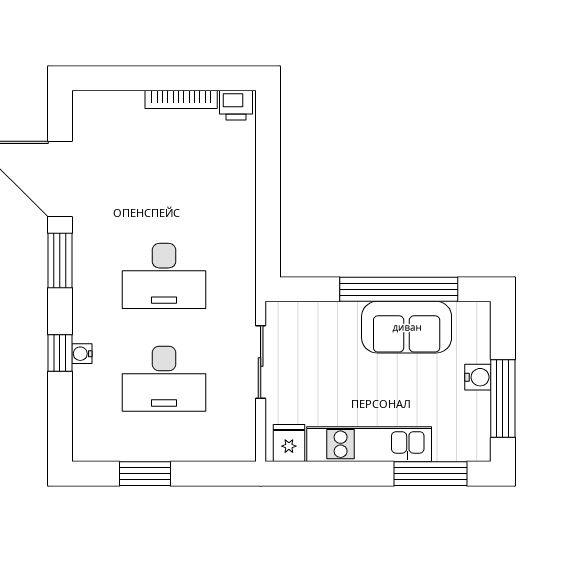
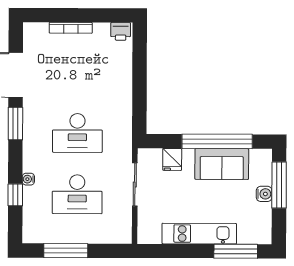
bookcase: (181, 99) -> (71, 28), moved
window: (60, 353) -> (15, 195), moved
window: (503, 399) -> (279, 185), moved
fridge: (289, 443) -> (172, 159), moved, turned 180
window: (145, 474) -> (66, 251), width x1.44

